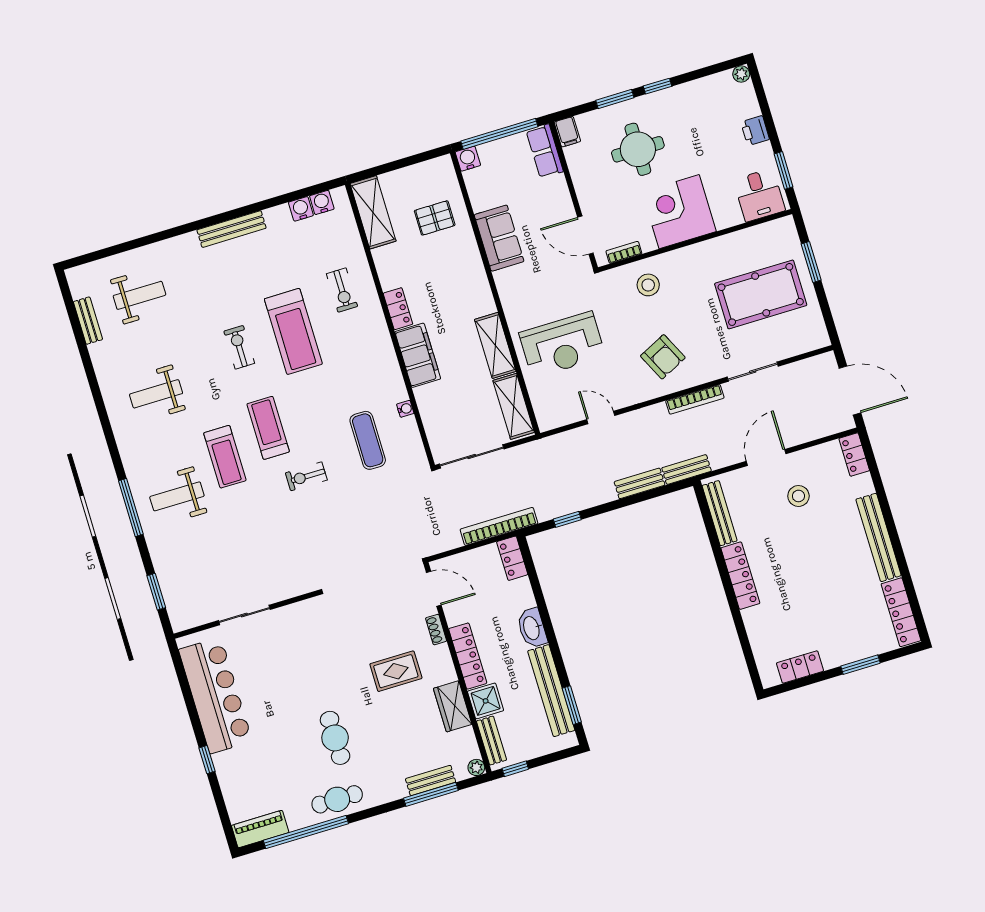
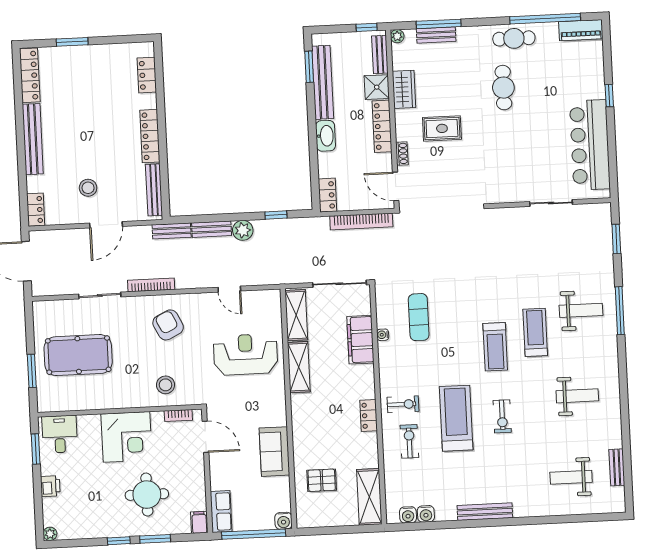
filing cabinet: (418, 355) -> (360, 340), moved
exercise bike: (306, 476) -> (403, 404), moved
plant: (602, 491) -> (243, 230), added
bookcase: (499, 526) -> (361, 221), moved
locker: (800, 667) -> (147, 75), moved, turned 90

